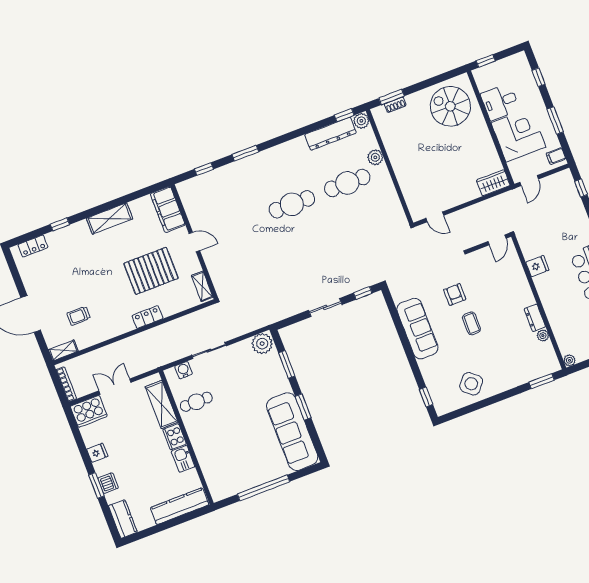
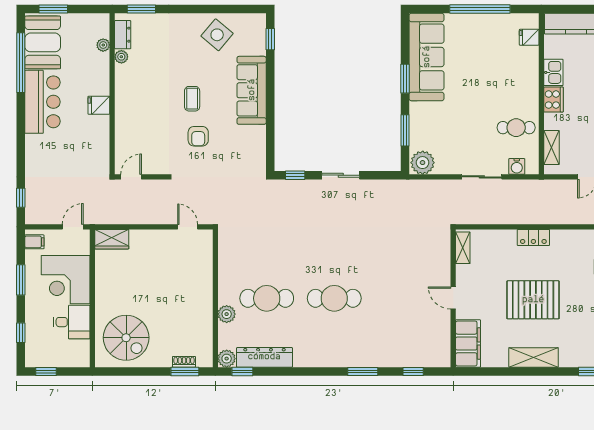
window: (486, 61) -> (46, 371), moved
fridge: (537, 266) -> (99, 105), moved
pallet: (151, 271) -> (533, 300), moved
dresser: (535, 318) -> (123, 35), moved
sofa: (417, 329) -> (252, 90), moved
plant: (569, 360) -> (103, 45), moved
shelving: (162, 404) -> (551, 148), width x0.67, depth x0.75
fridge: (214, 480) -> (529, 37), added

